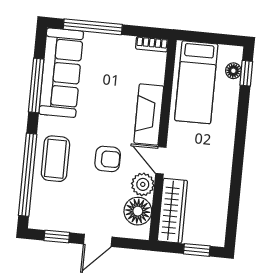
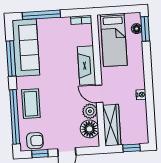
window: (246, 73) -> (145, 29), width x1.50
armchair: (108, 159) -> (35, 141), moved
nightstand: (224, 172) -> (141, 95), added

